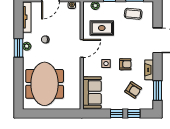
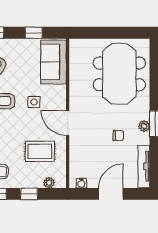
door: (82, 48) -> (68, 123), hinge flipped
window: (117, 113) -> (34, 33), moved

